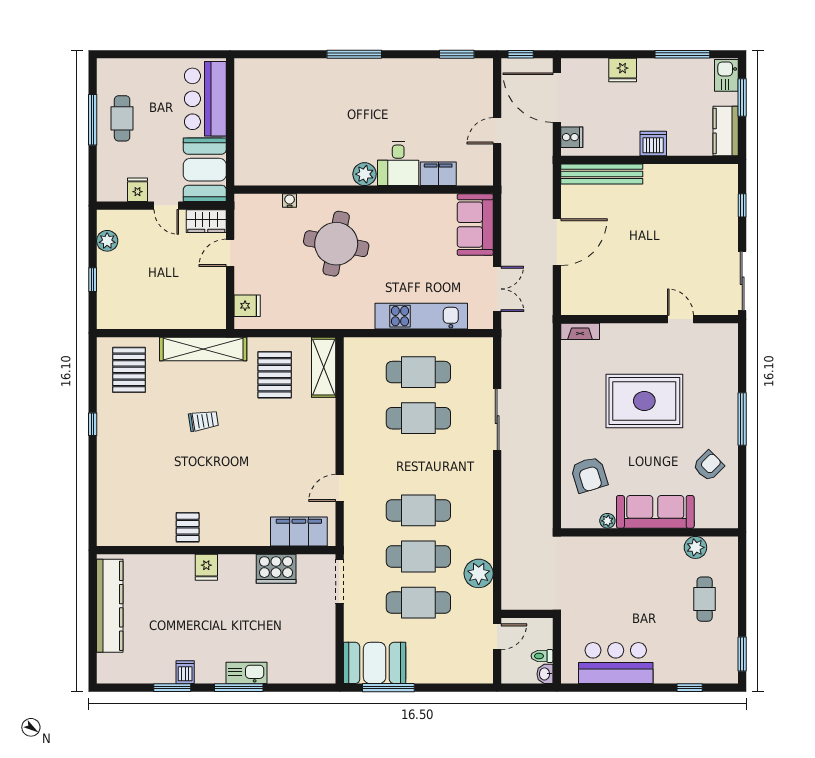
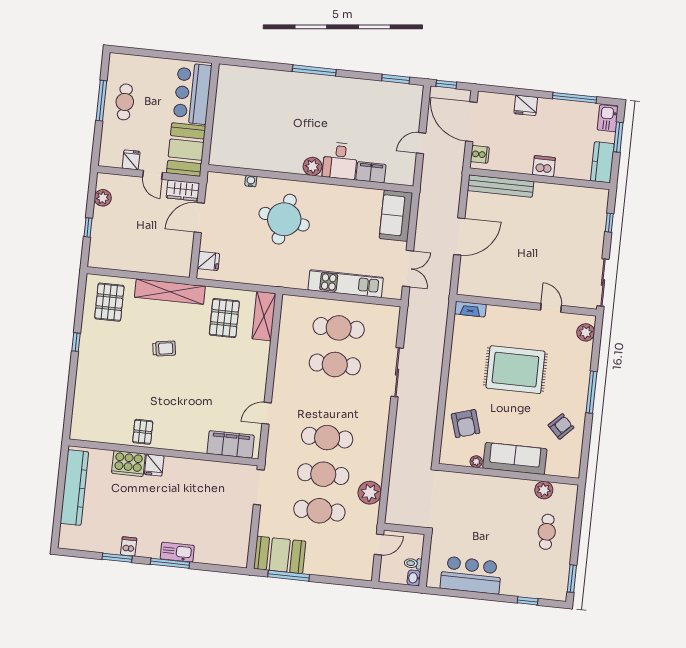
door: (230, 253) -> (199, 218), width x1.38
plant: (727, 345) -> (586, 332), added
cooker: (276, 569) -> (128, 464), moved

